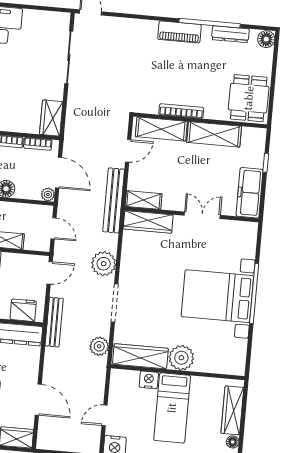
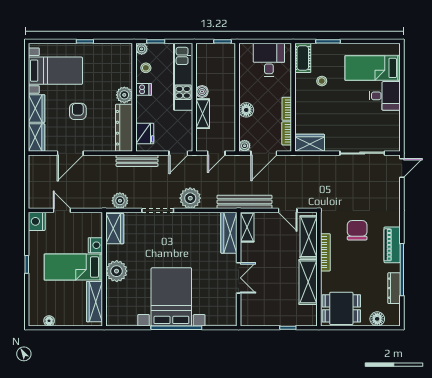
floor lamp: (266, 39) -> (377, 319), moved
chair: (159, 71) -> (357, 230), added
freezer: (250, 193) -> (261, 316), removed
door: (50, 273) -> (178, 153), hinge flipped
wardrobe: (140, 356) -> (115, 229), width x0.67
wardrobe: (232, 410) -> (94, 302), moved, turned -90

